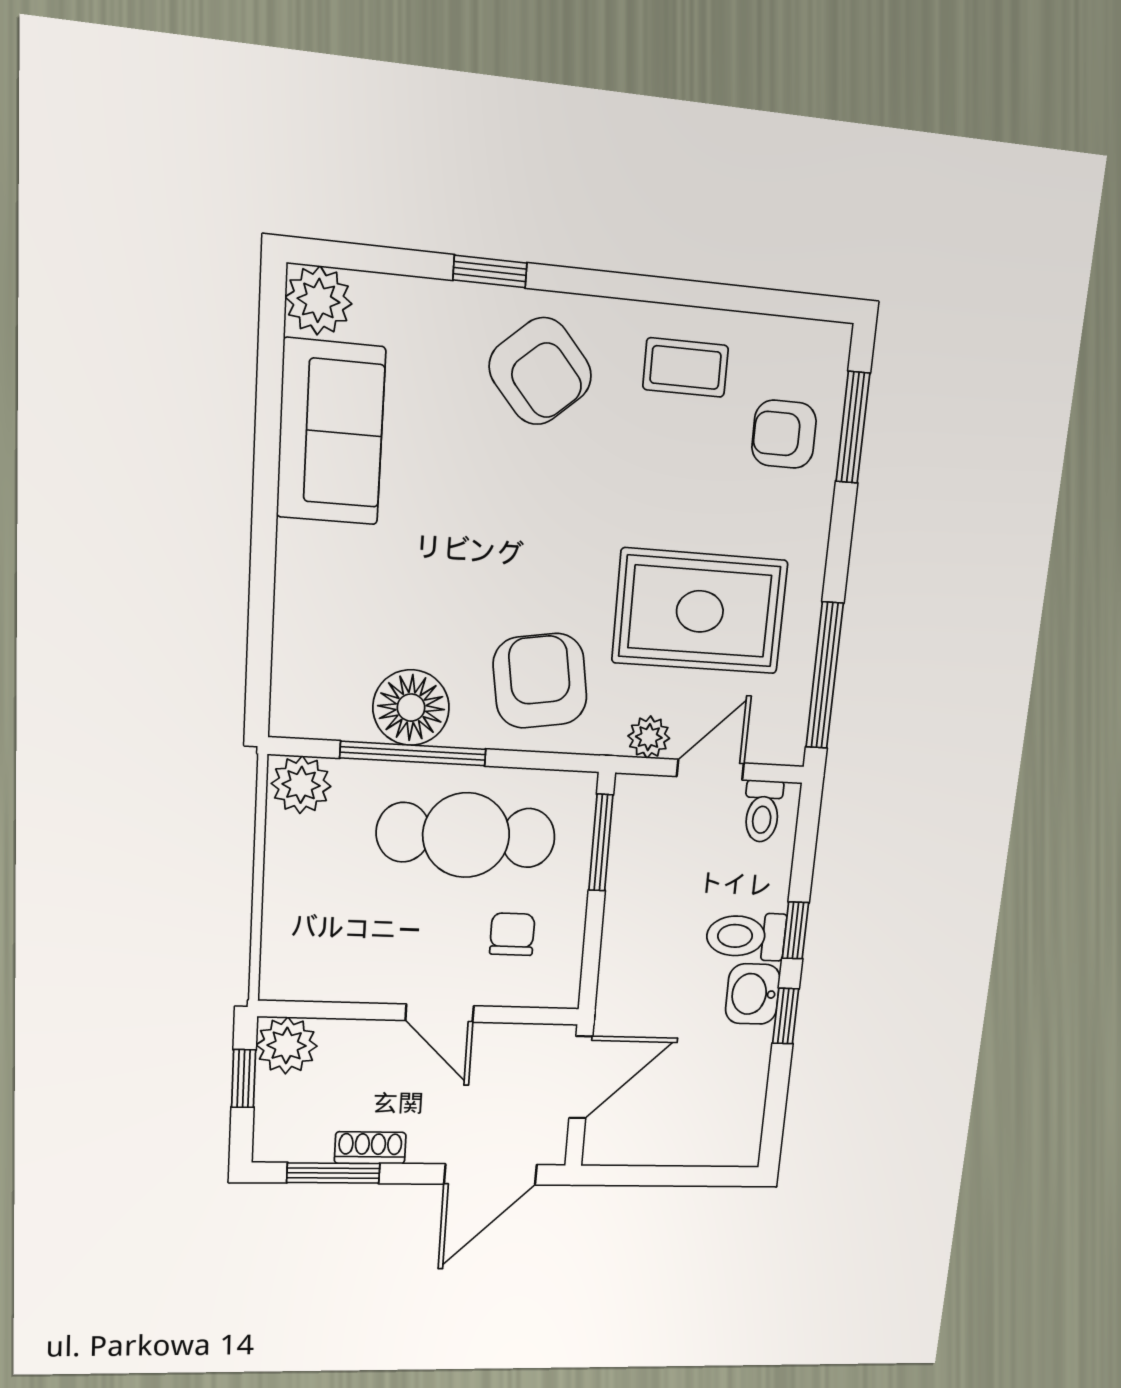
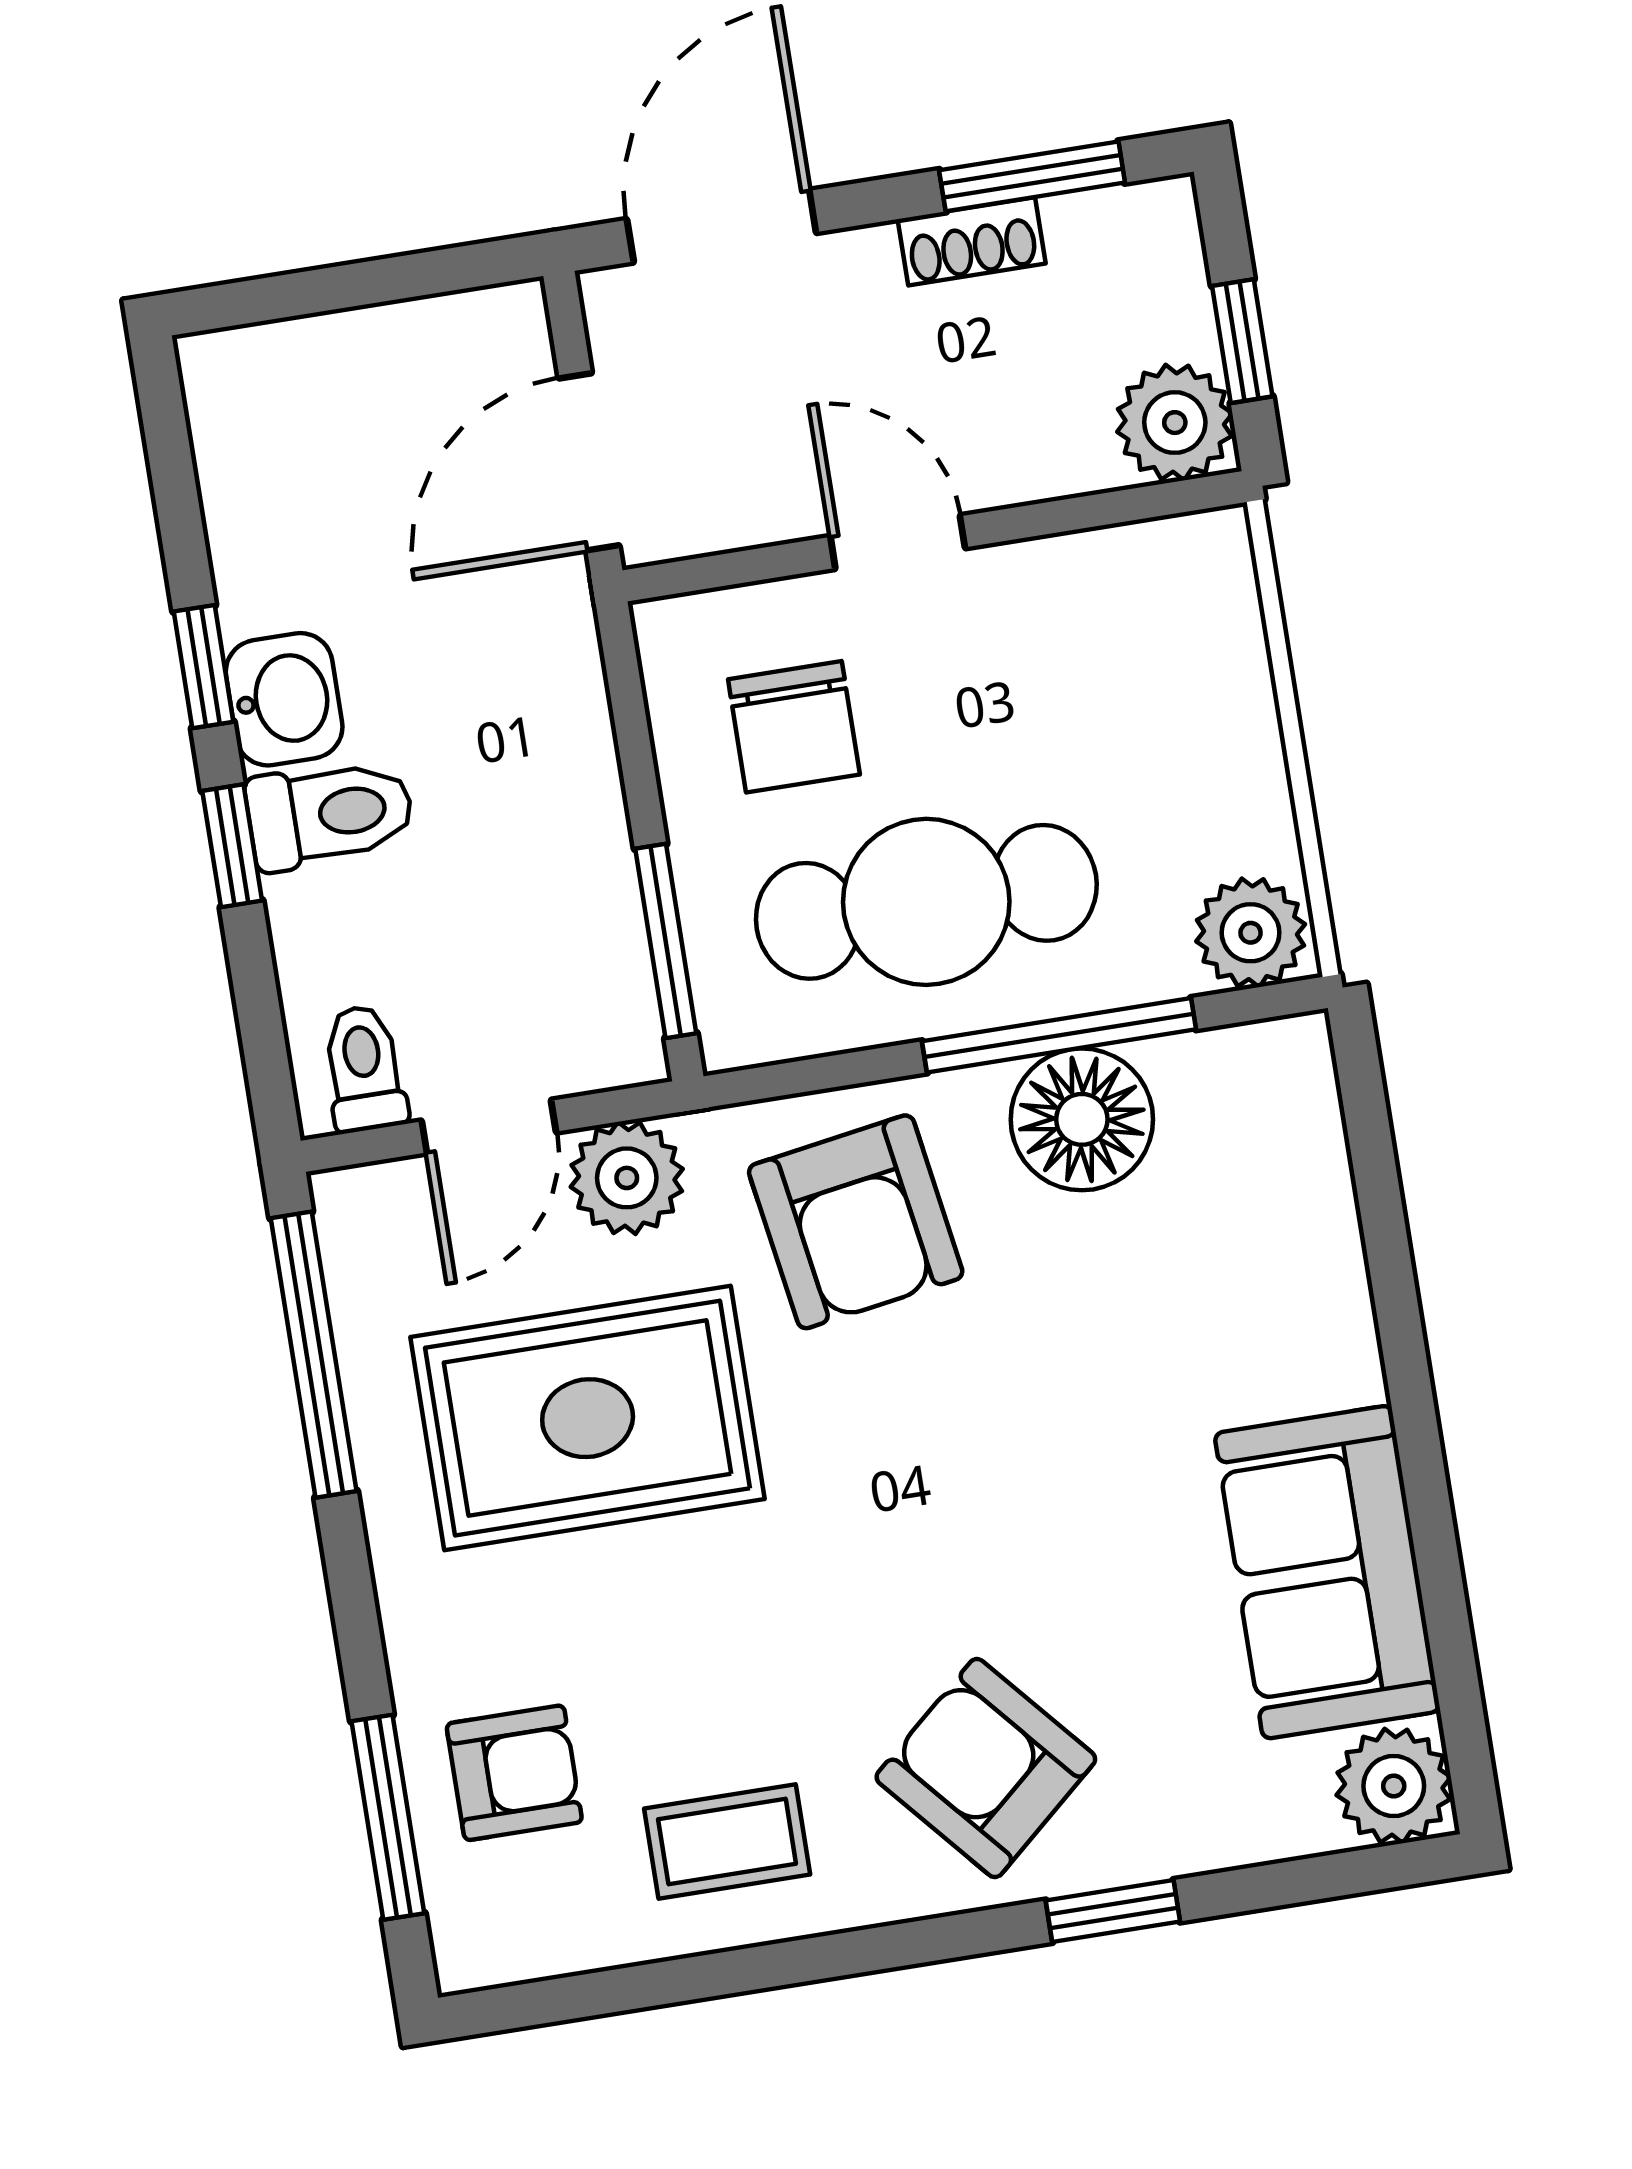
plant: (649, 737) -> (627, 1178), width x1.38, depth x1.38
chair: (512, 934) -> (794, 727), width x1.37, depth x1.37

